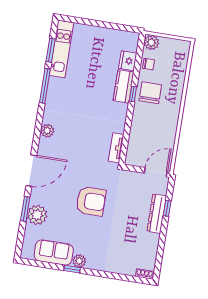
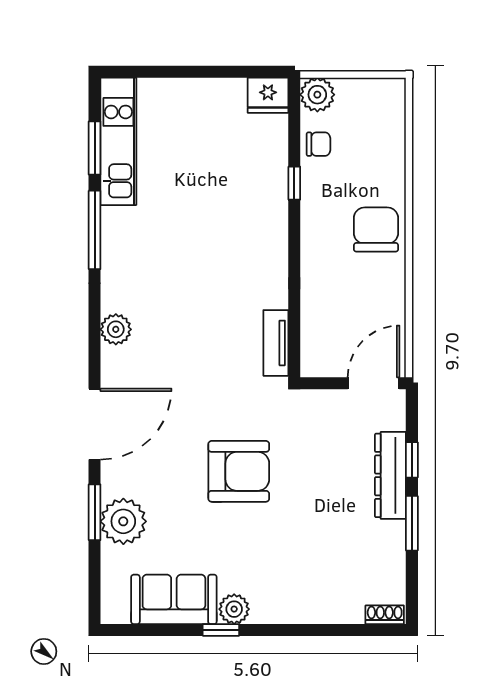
fridge: (128, 61) -> (268, 95), moved, turned -90
kitchen counter: (123, 86) -> (270, 203), removed
chair: (150, 93) -> (376, 230), moved
window: (133, 94) -> (294, 183), moved
window: (163, 236) -> (412, 523), added

